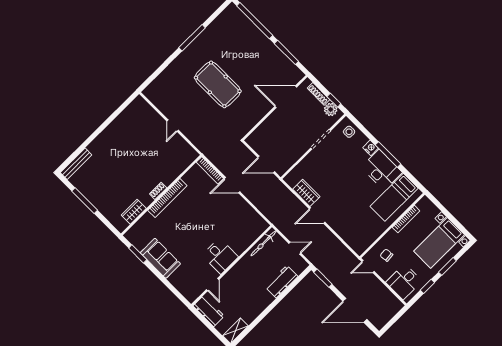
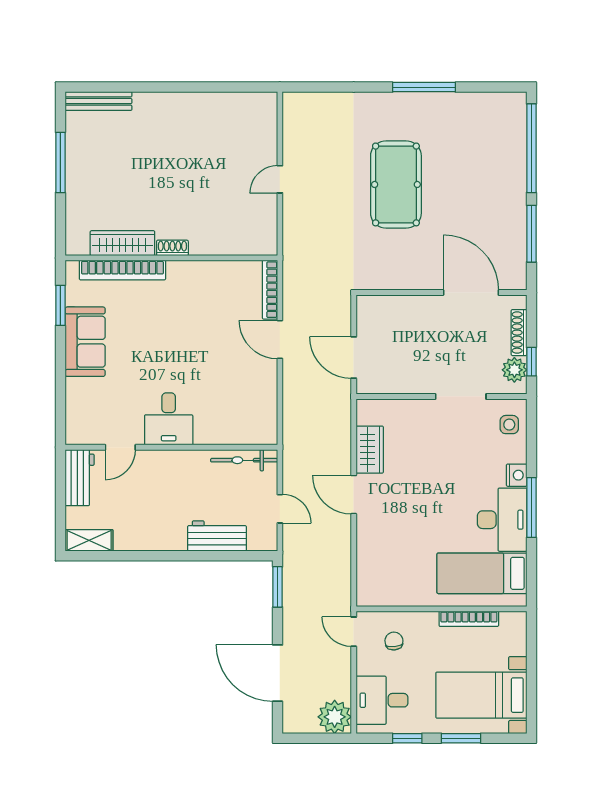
bookcase: (167, 198) -> (122, 270), moved
wardrobe: (134, 212) -> (122, 243), width x1.50
plant: (392, 305) -> (335, 717), added

